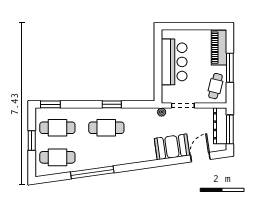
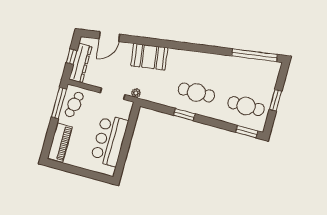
window: (230, 68) -> (59, 103), moved
window: (230, 129) -> (72, 57), width x0.46
booth: (172, 147) -> (149, 57), moved
cafe table: (57, 157) -> (254, 76), removed
window: (92, 172) -> (254, 55), moved

